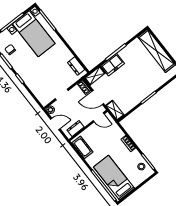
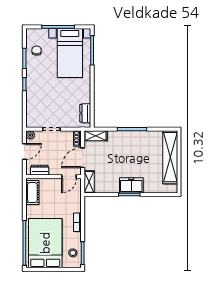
freezer: (113, 65) -> (131, 185), moved, turned 180
door: (98, 97) -> (83, 158), hinge flipped
door: (99, 117) -> (69, 177), hinge flipped
door: (55, 124) -> (24, 151), hinge flipped
bed: (114, 178) -> (45, 243), width x1.50

